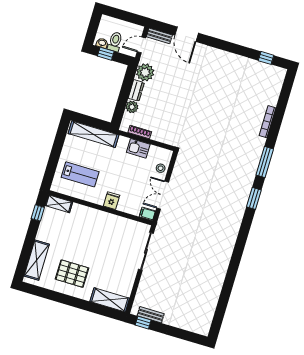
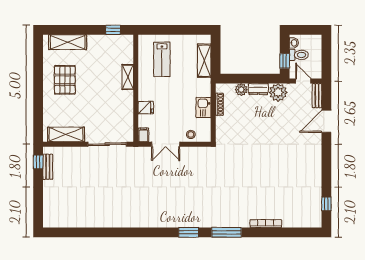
window: (106, 54) -> (285, 61), moved
shelving: (94, 134) -> (204, 61), width x0.68
double door: (163, 195) -> (166, 144), swing flipped
fridge: (112, 201) -> (146, 108), moved
shelving: (59, 204) -> (128, 77), moved
shelving: (110, 300) -> (66, 134), moved, turned 90

